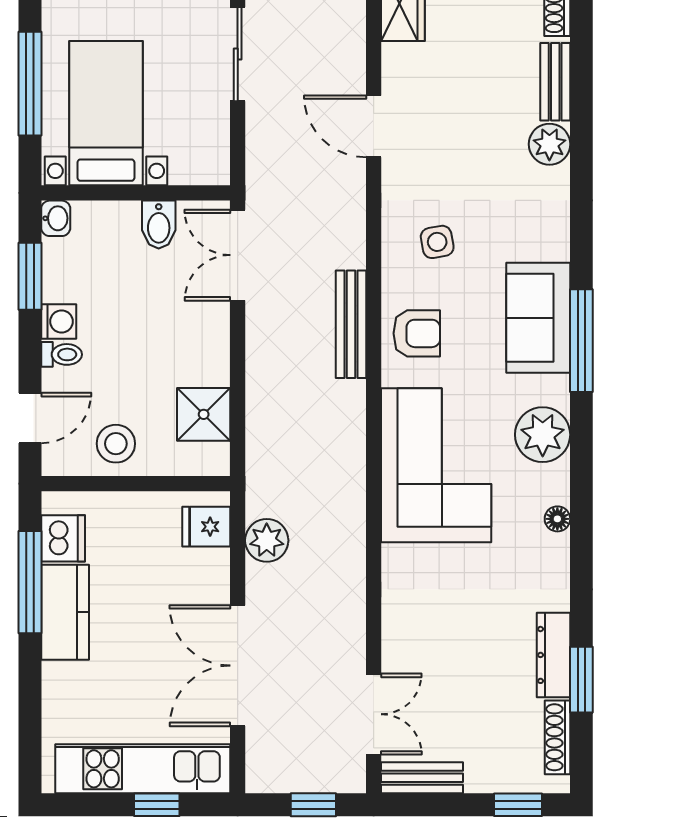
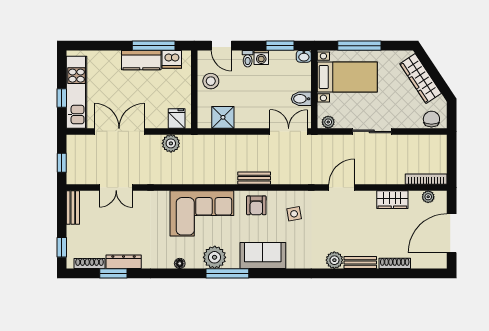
plant: (215, 159) -> (328, 122), added
bench: (351, 324) -> (254, 178), width x0.73
window: (581, 341) -> (227, 273), moved
double door: (374, 714) -> (116, 188), moved

